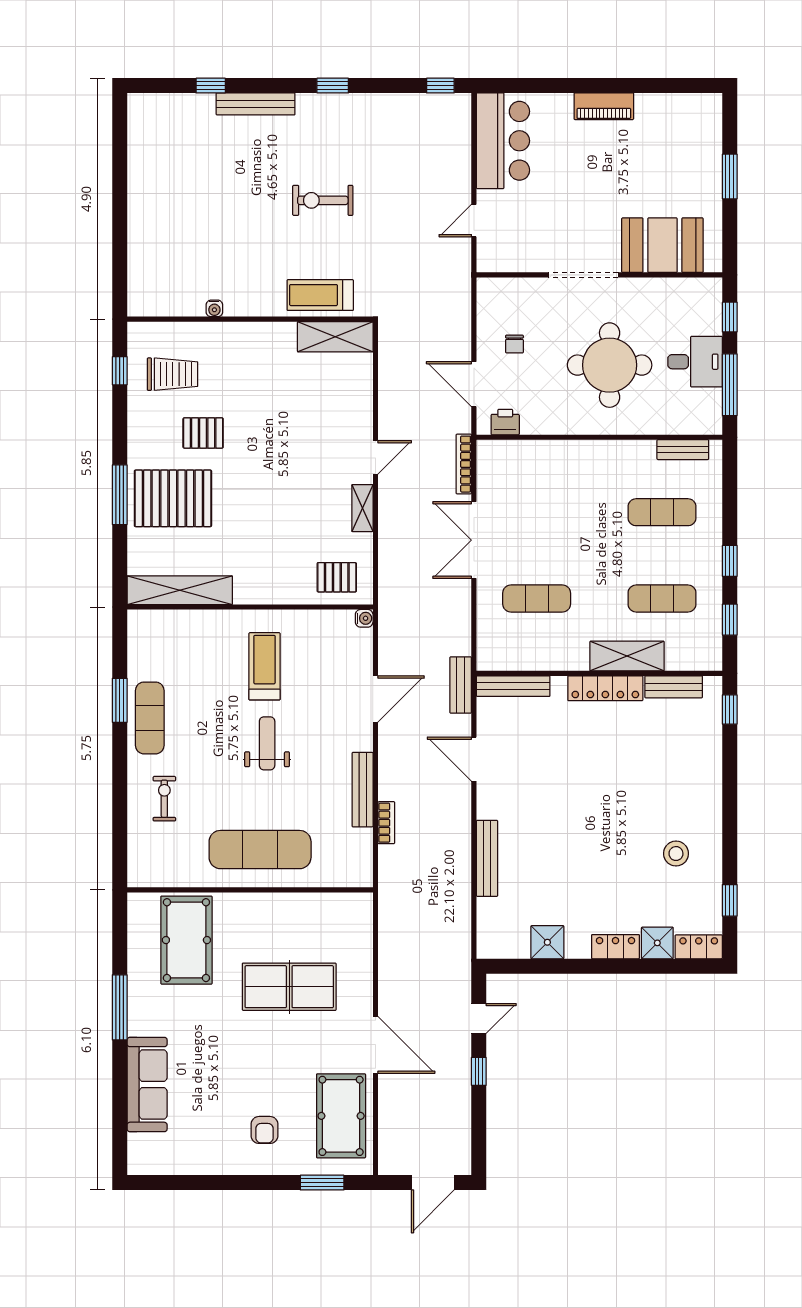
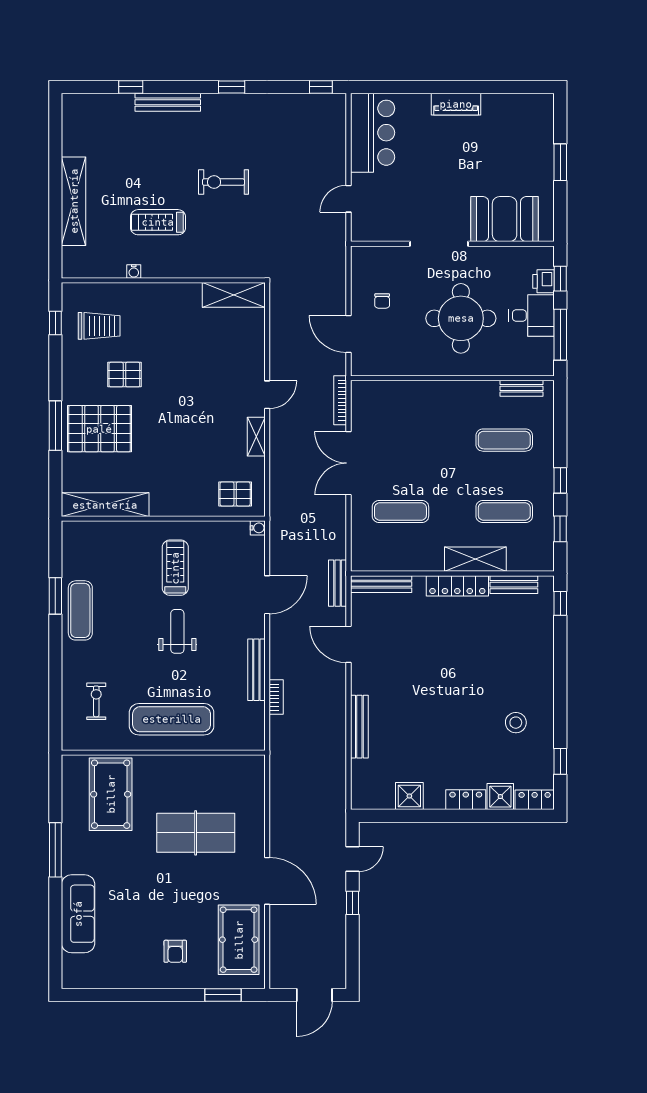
shelving: (142, 224) -> (74, 201), added
treadmill: (320, 295) -> (158, 222), moved
printer: (505, 422) -> (544, 281), moved, turned -90
exercise bike: (164, 799) -> (96, 701), moved

